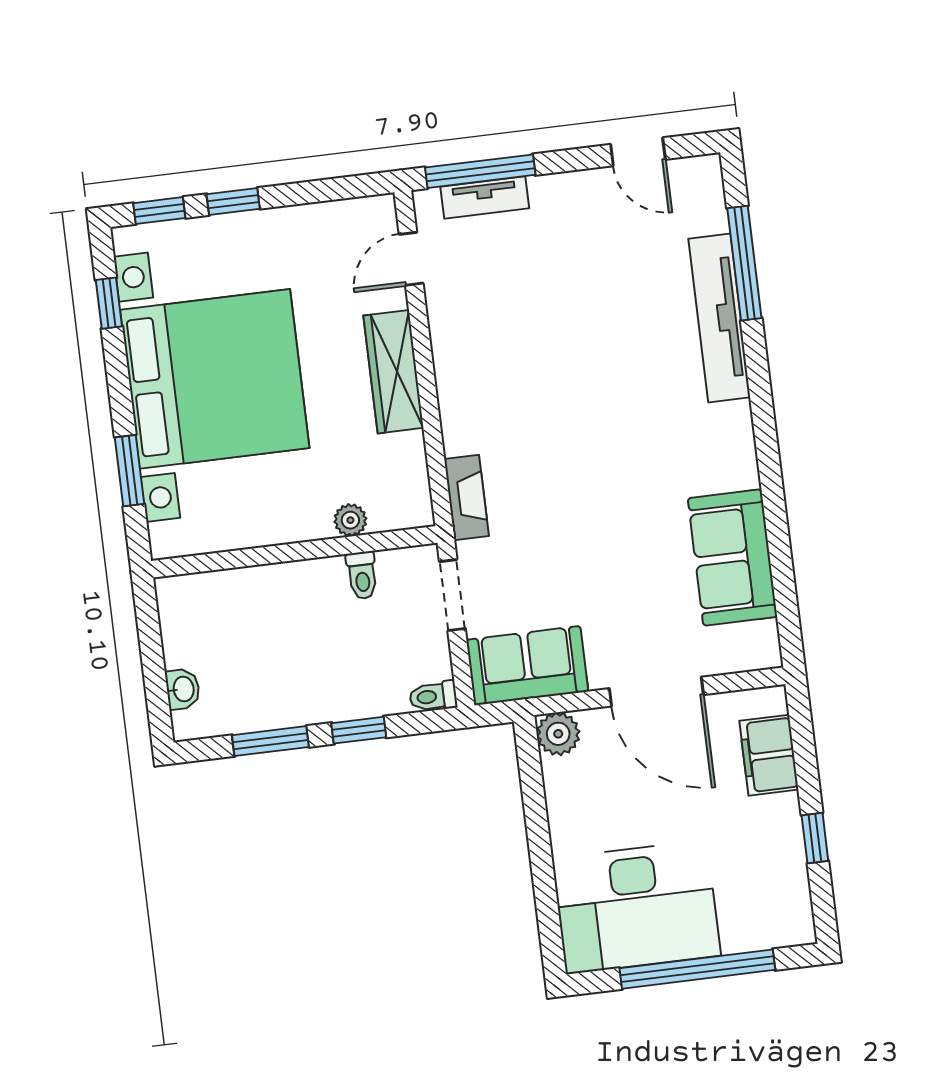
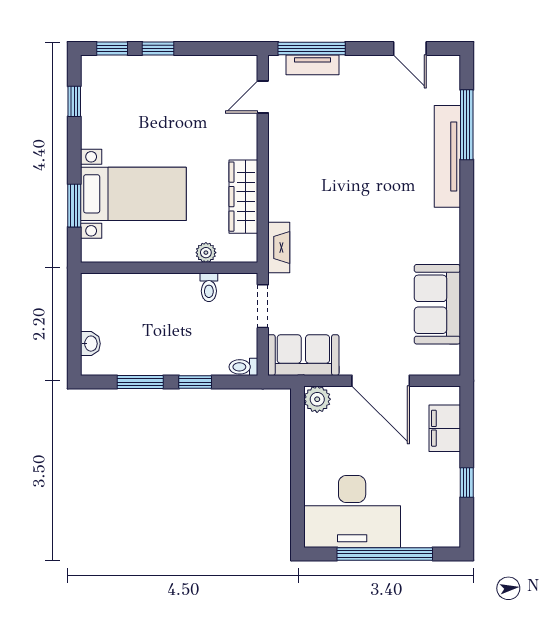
wardrobe: (393, 372) -> (243, 197), moved
bed with nightstands: (215, 379) -> (133, 194), width x0.54

